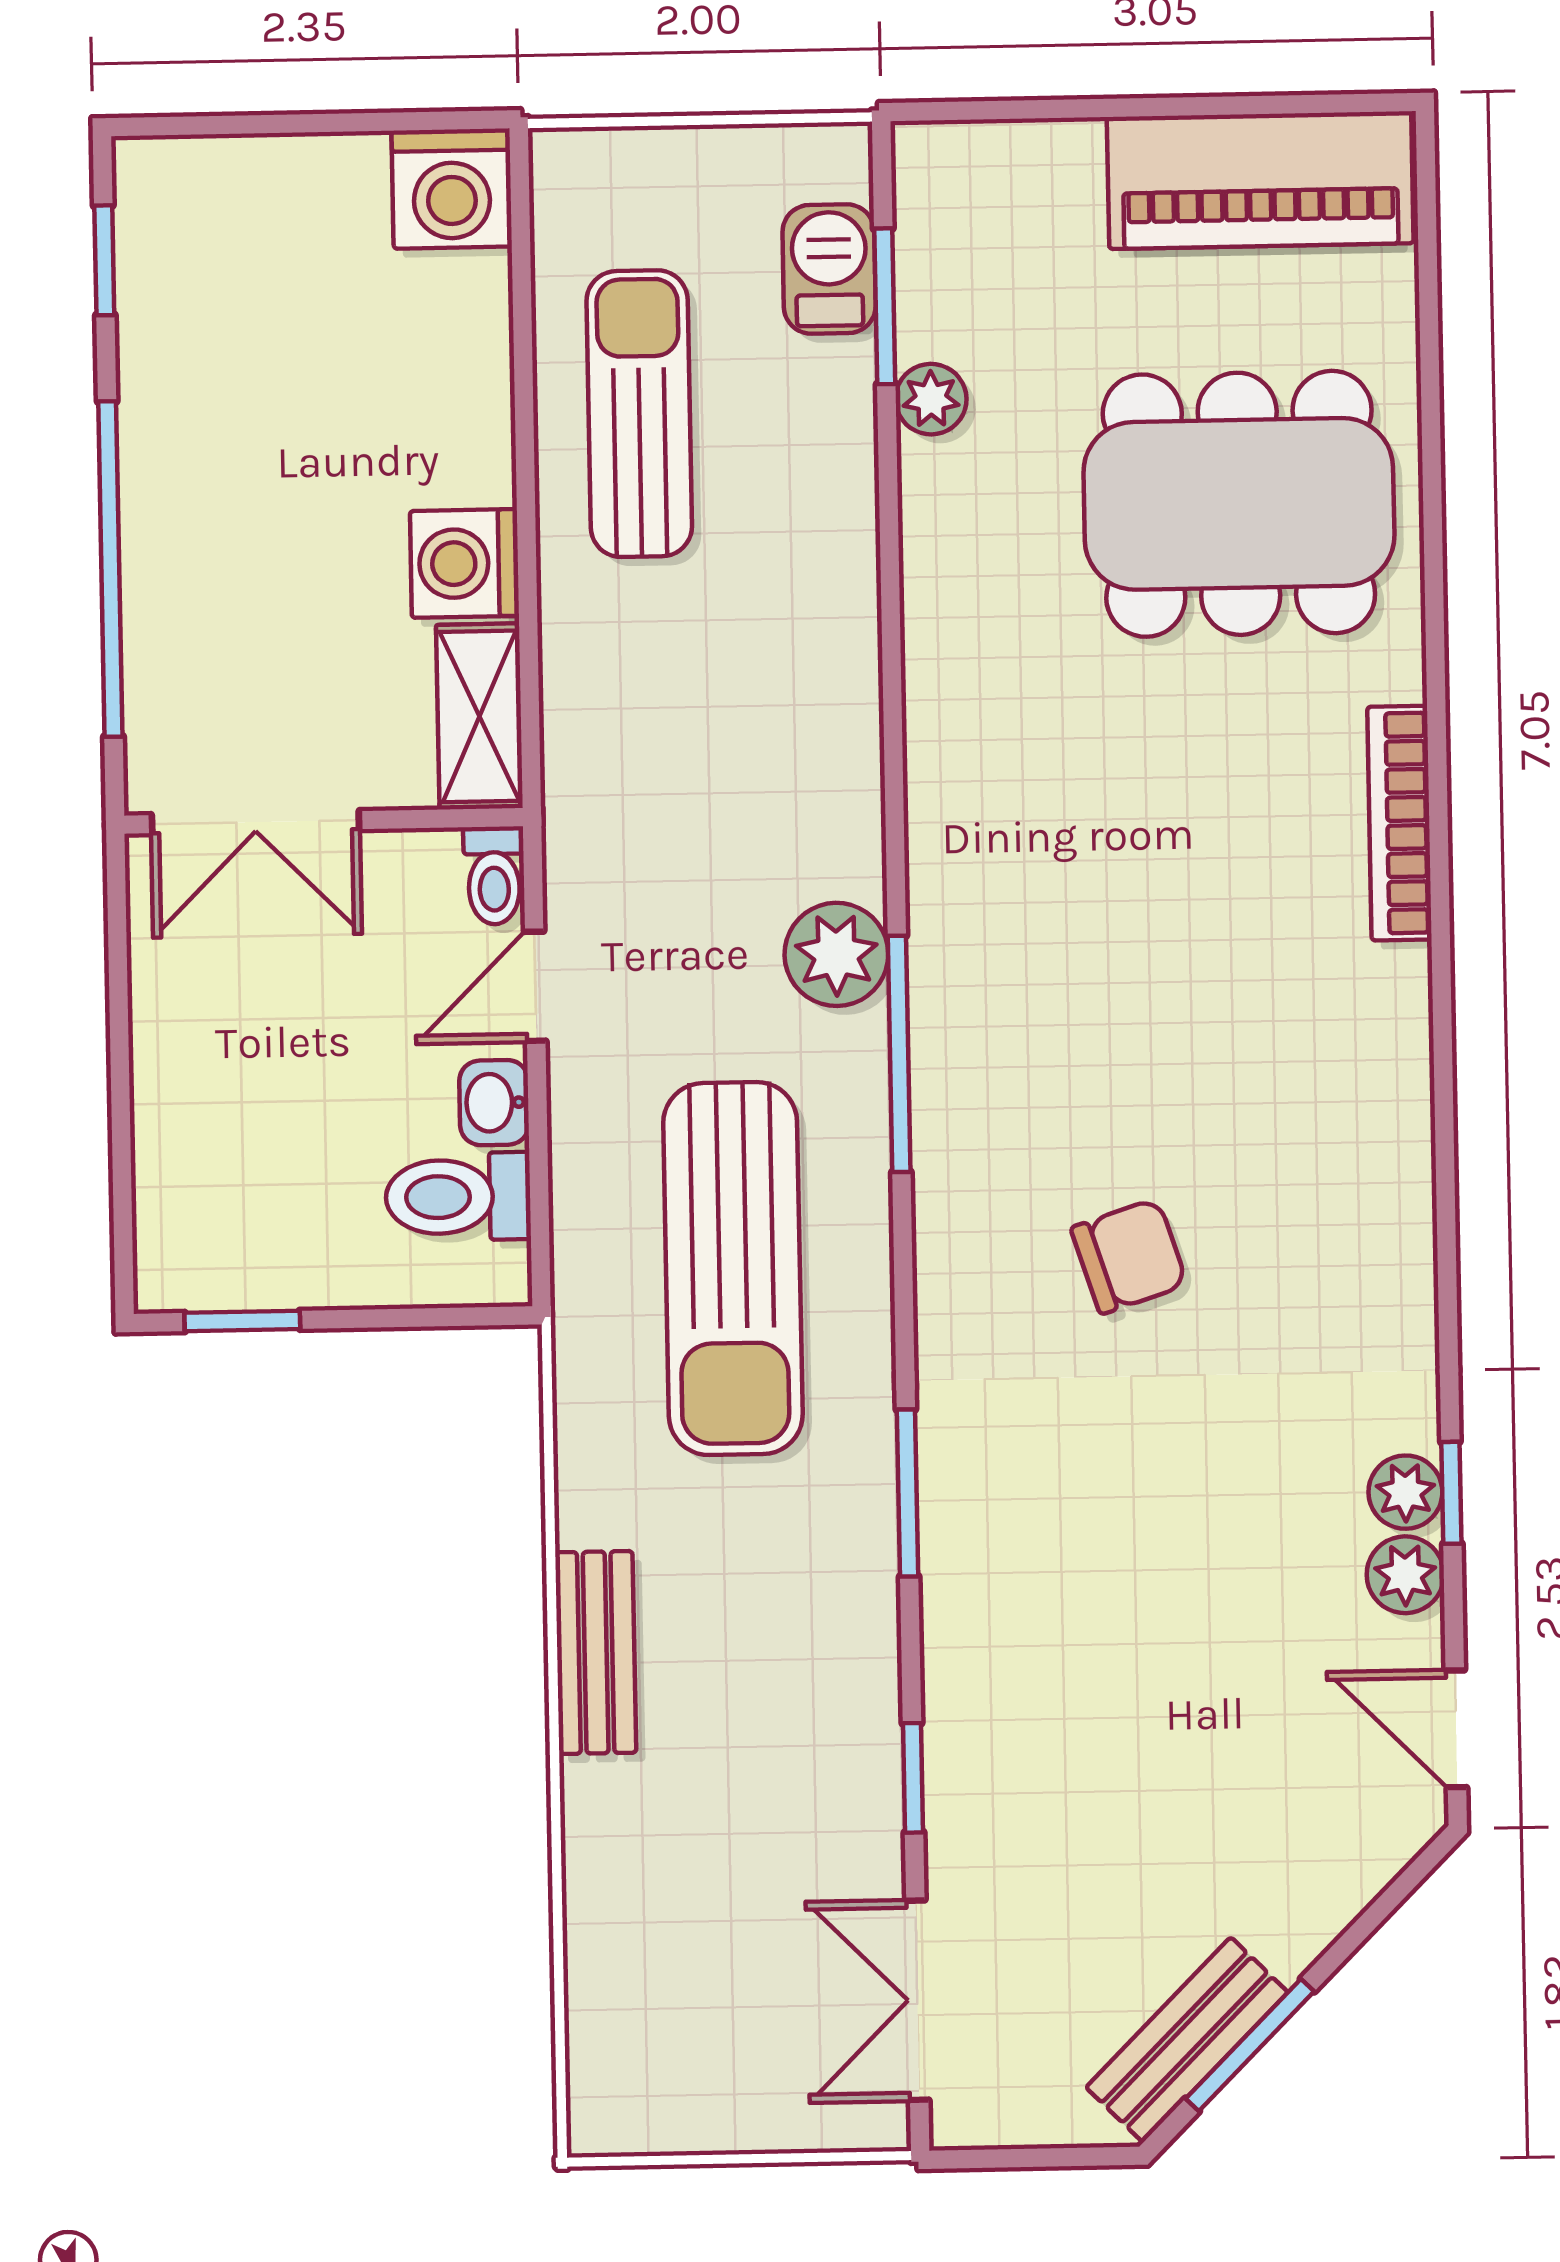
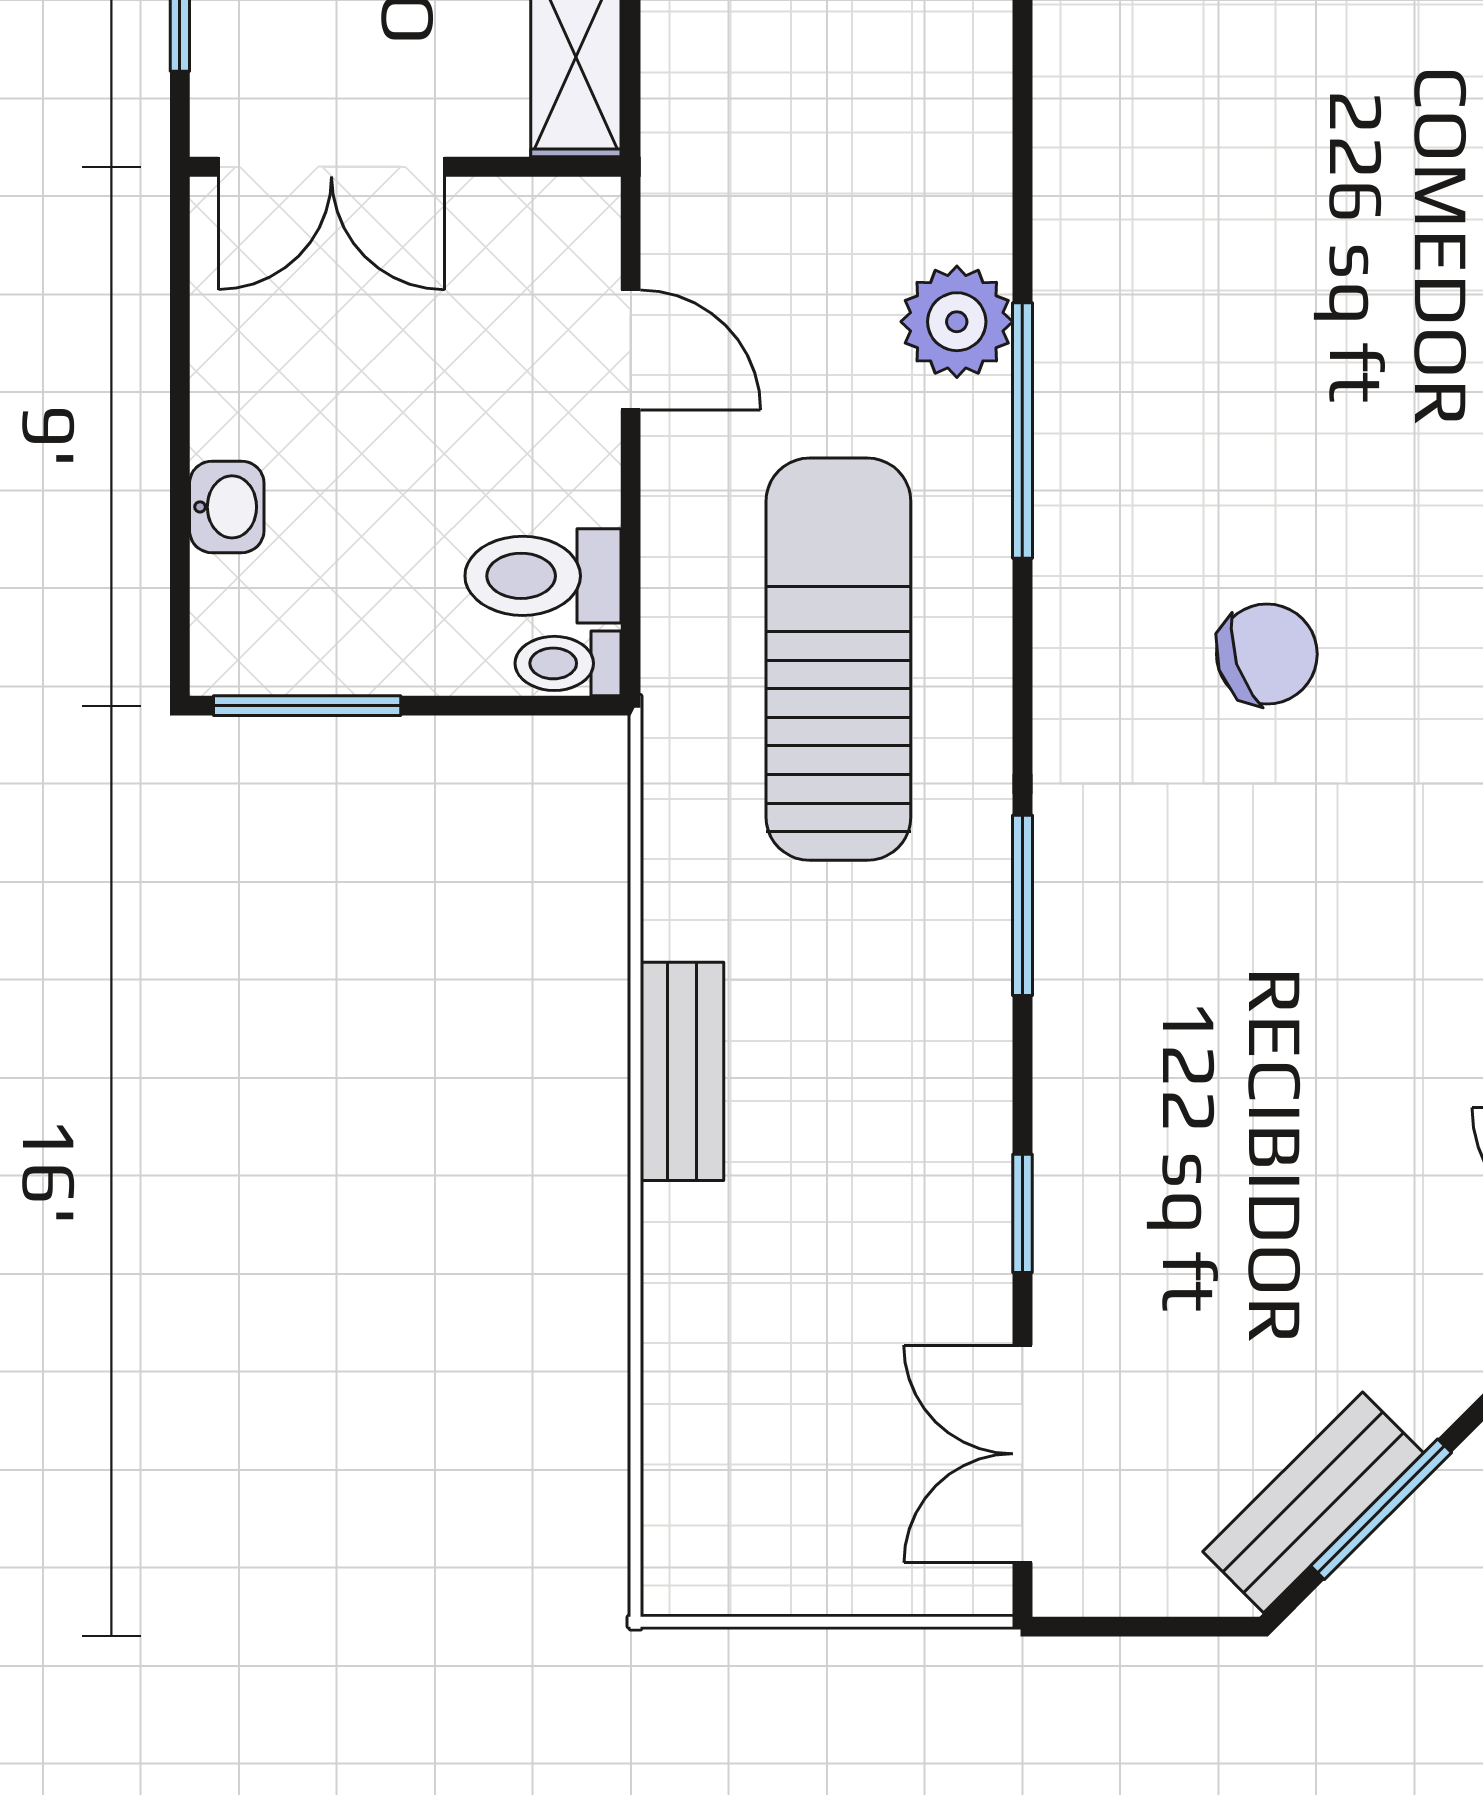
toilet: (494, 875) -> (568, 663), moved, turned 90
door: (535, 986) -> (631, 350), swing flipped
washbasin: (494, 1103) -> (227, 507), moved, turned 180
sun lounger: (733, 1269) -> (838, 659), turned 180
window: (242, 1321) -> (307, 706), width x1.50

